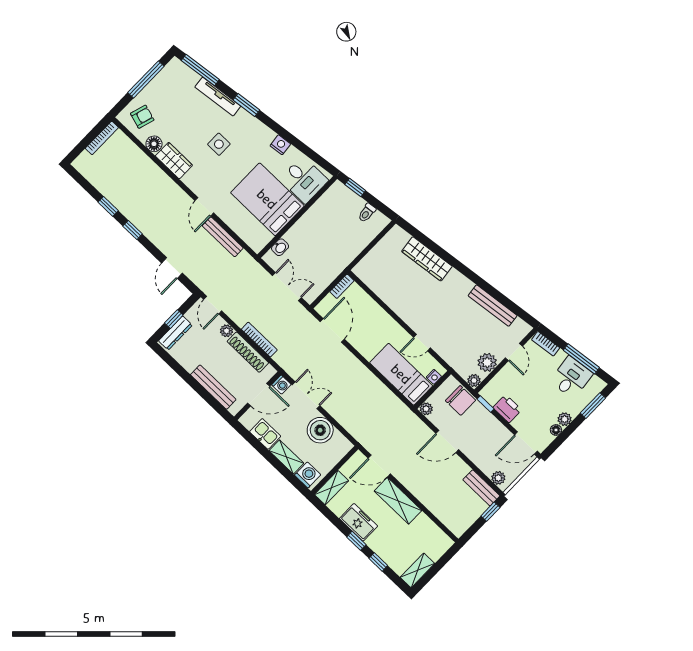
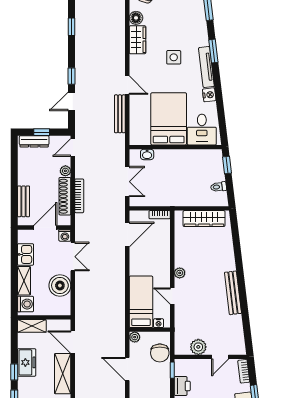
tv unit: (218, 97) -> (206, 67), moved
door: (204, 207) -> (127, 85), swing flipped
window: (133, 230) -> (71, 76), moved
wardrobe: (427, 259) -> (204, 219), moved, turned -83
bench: (493, 306) -> (233, 293), moved
plant: (474, 380) -> (180, 273), moved
bench: (213, 387) -> (24, 201), width x0.73
door: (259, 395) -> (45, 228), swing flipped

